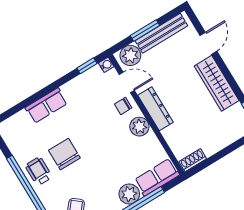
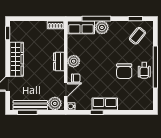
window: (145, 31) -> (27, 112), moved
window: (87, 66) -> (97, 112), moved
door: (127, 82) -> (66, 90), swing flipped
row of seats: (46, 106) -> (105, 104), moved
dresser: (155, 109) -> (59, 62), width x0.70

